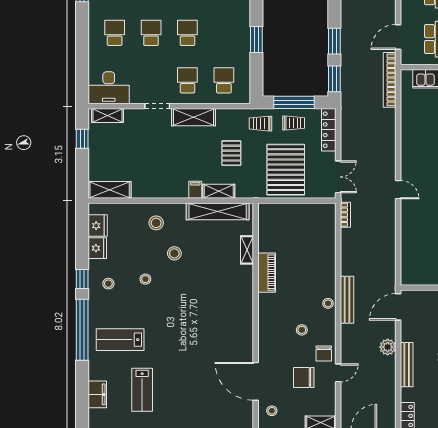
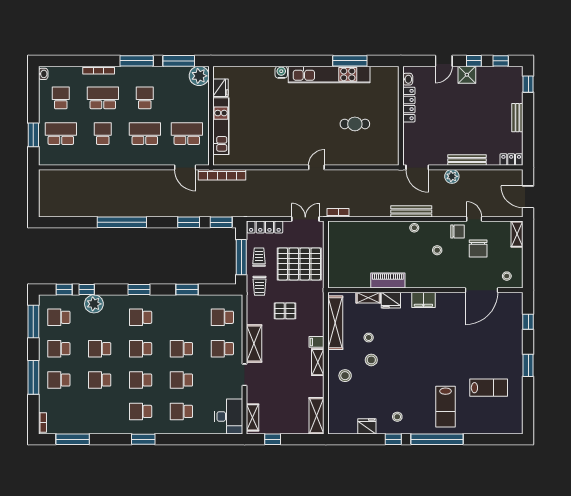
shelving: (219, 191) -> (318, 362), moved
fridge: (98, 226) -> (391, 300), moved, turned 180
stool: (145, 279) -> (369, 338), moved
filing cabinet: (97, 394) -> (423, 300), moved, turned 180

